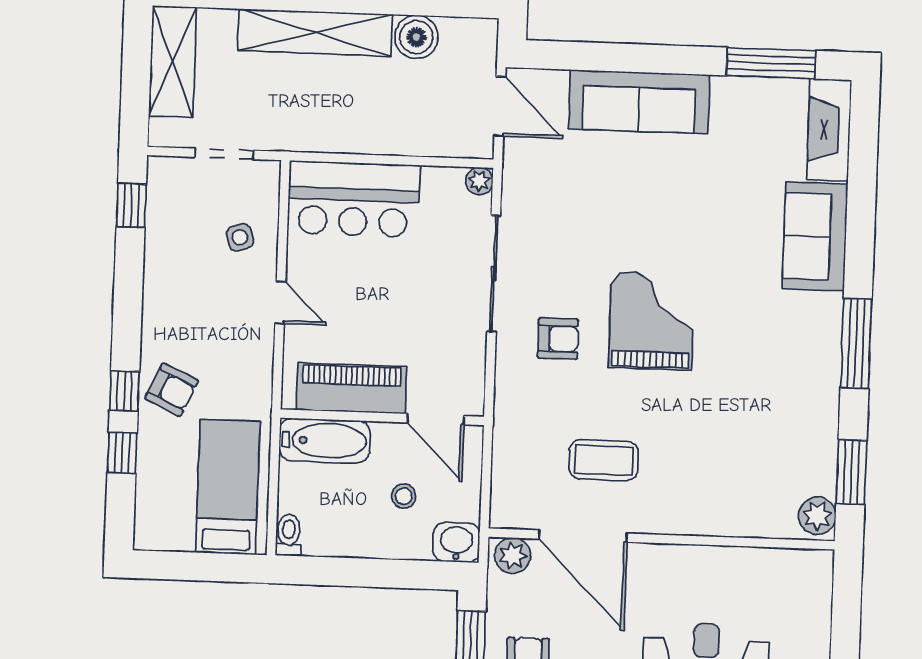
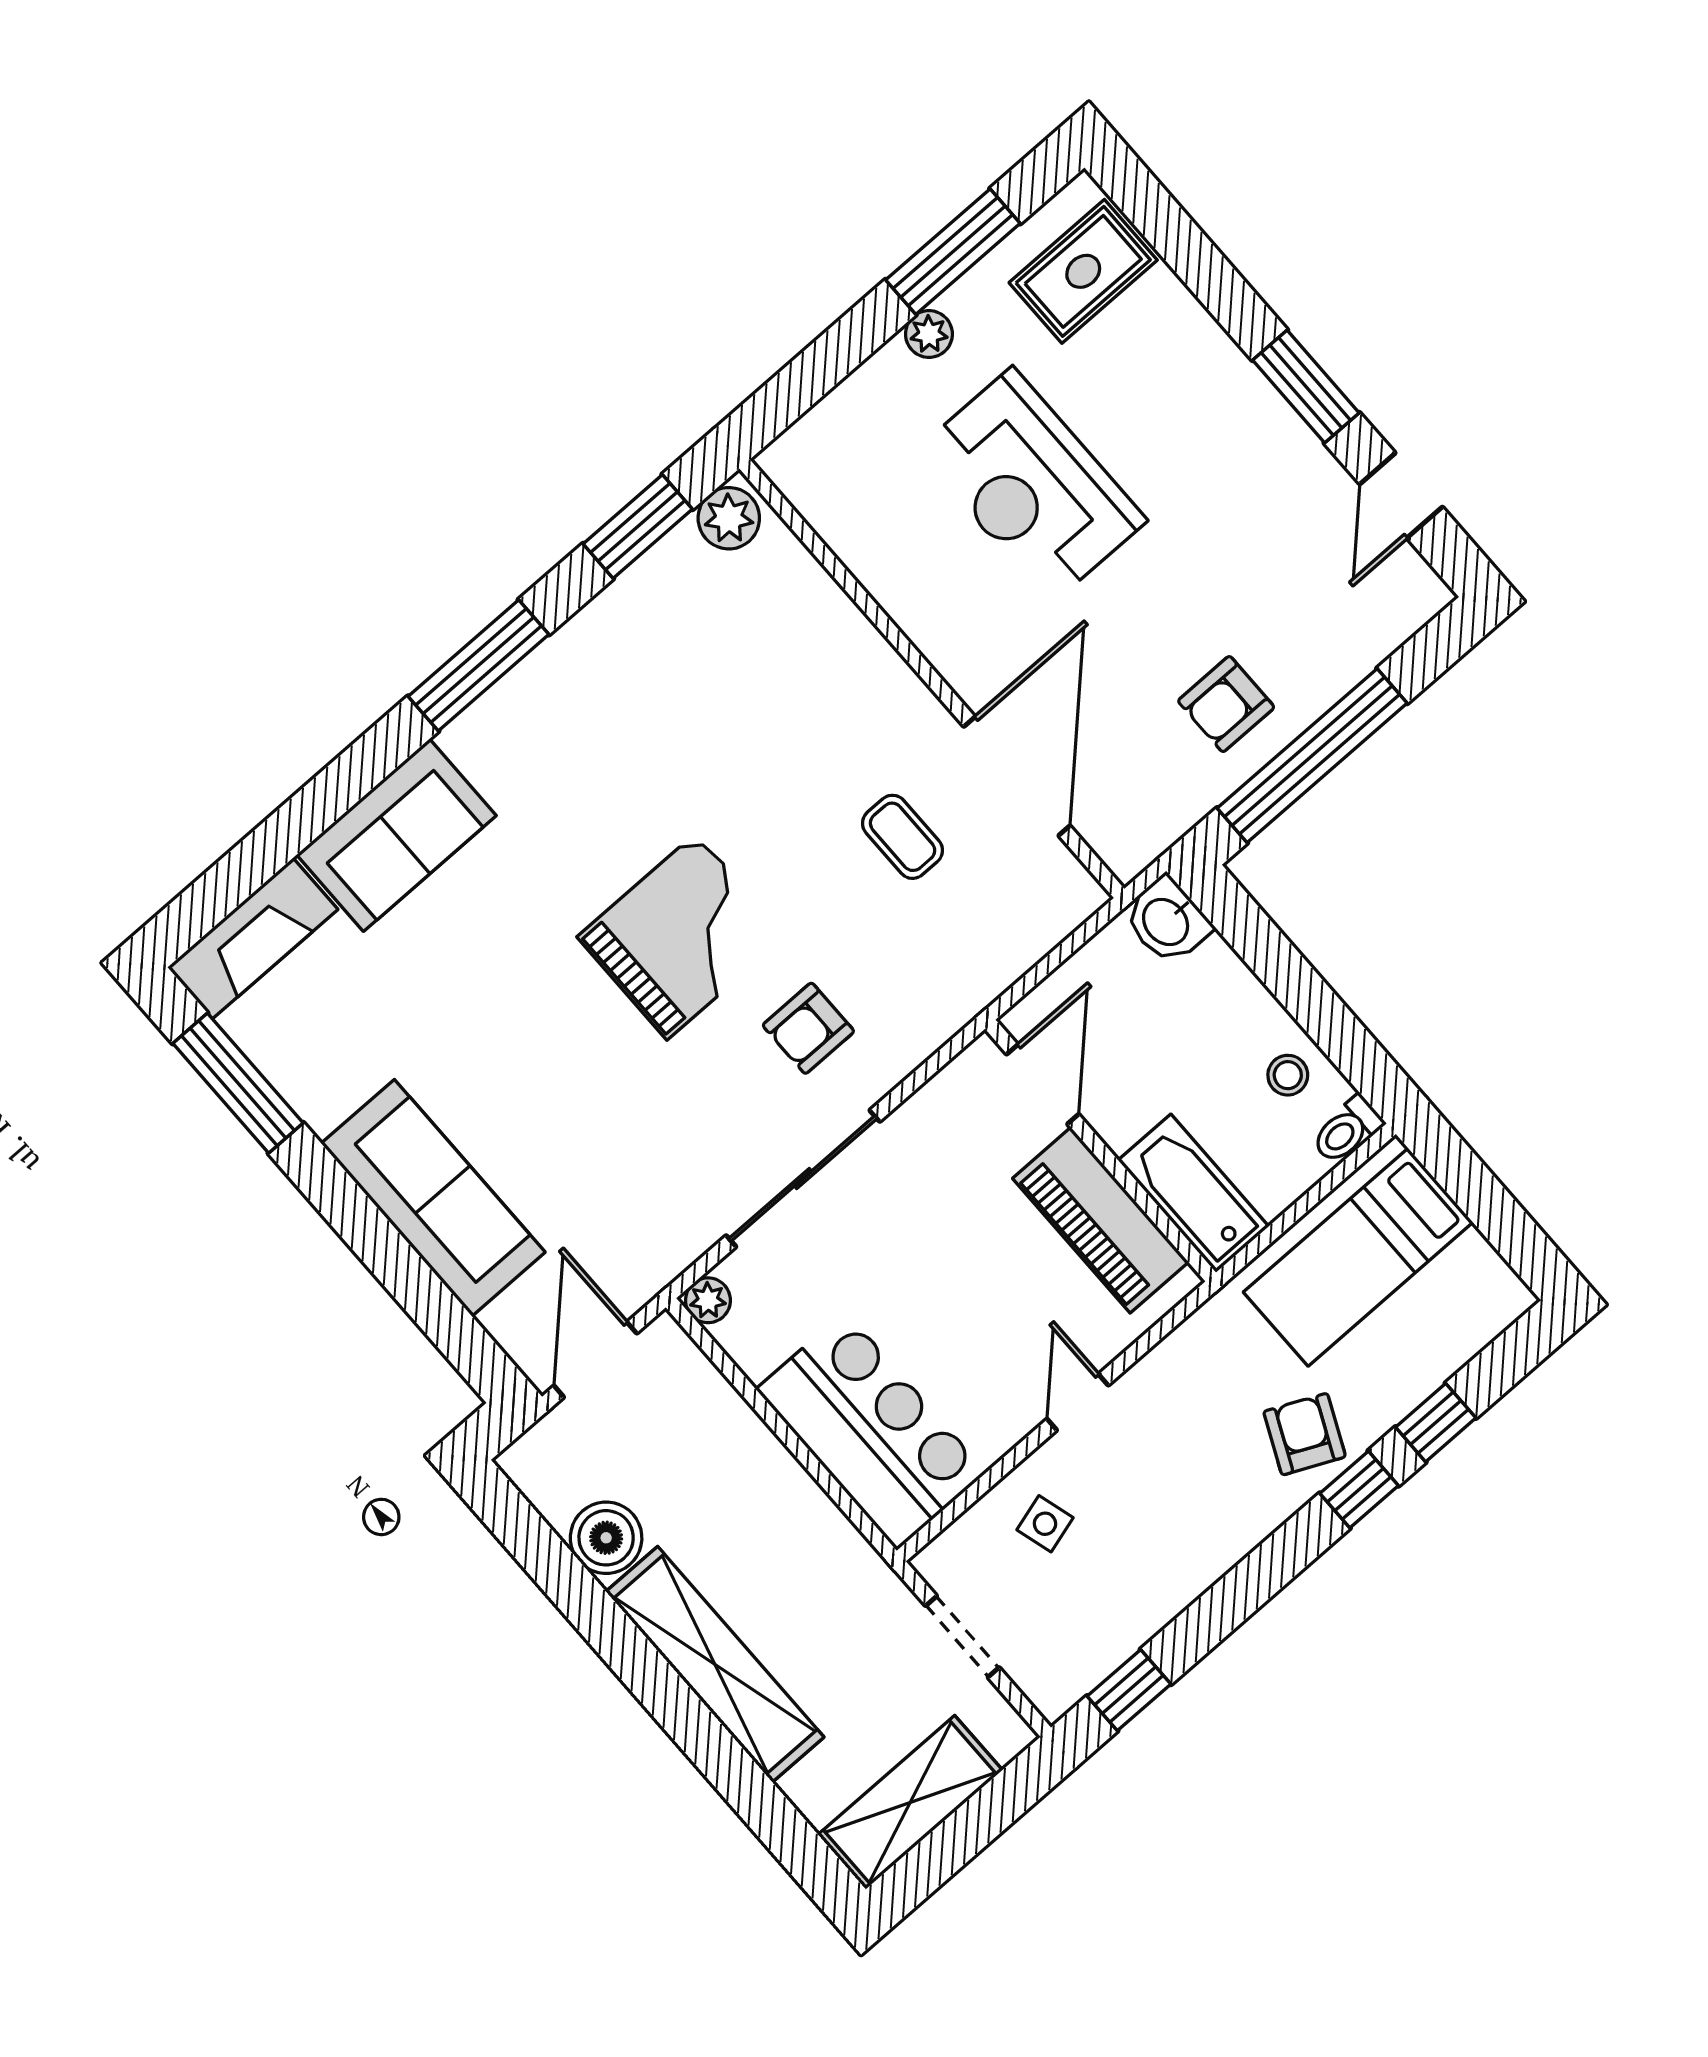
grand piano: (651, 321) -> (682, 936), turned 180
armchair: (558, 339) -> (808, 1028), turned -90
coffee table: (604, 460) -> (903, 837), width x0.73, depth x0.77
stool: (404, 496) -> (1288, 1075), moved
plant: (513, 556) -> (1119, 838), removed

